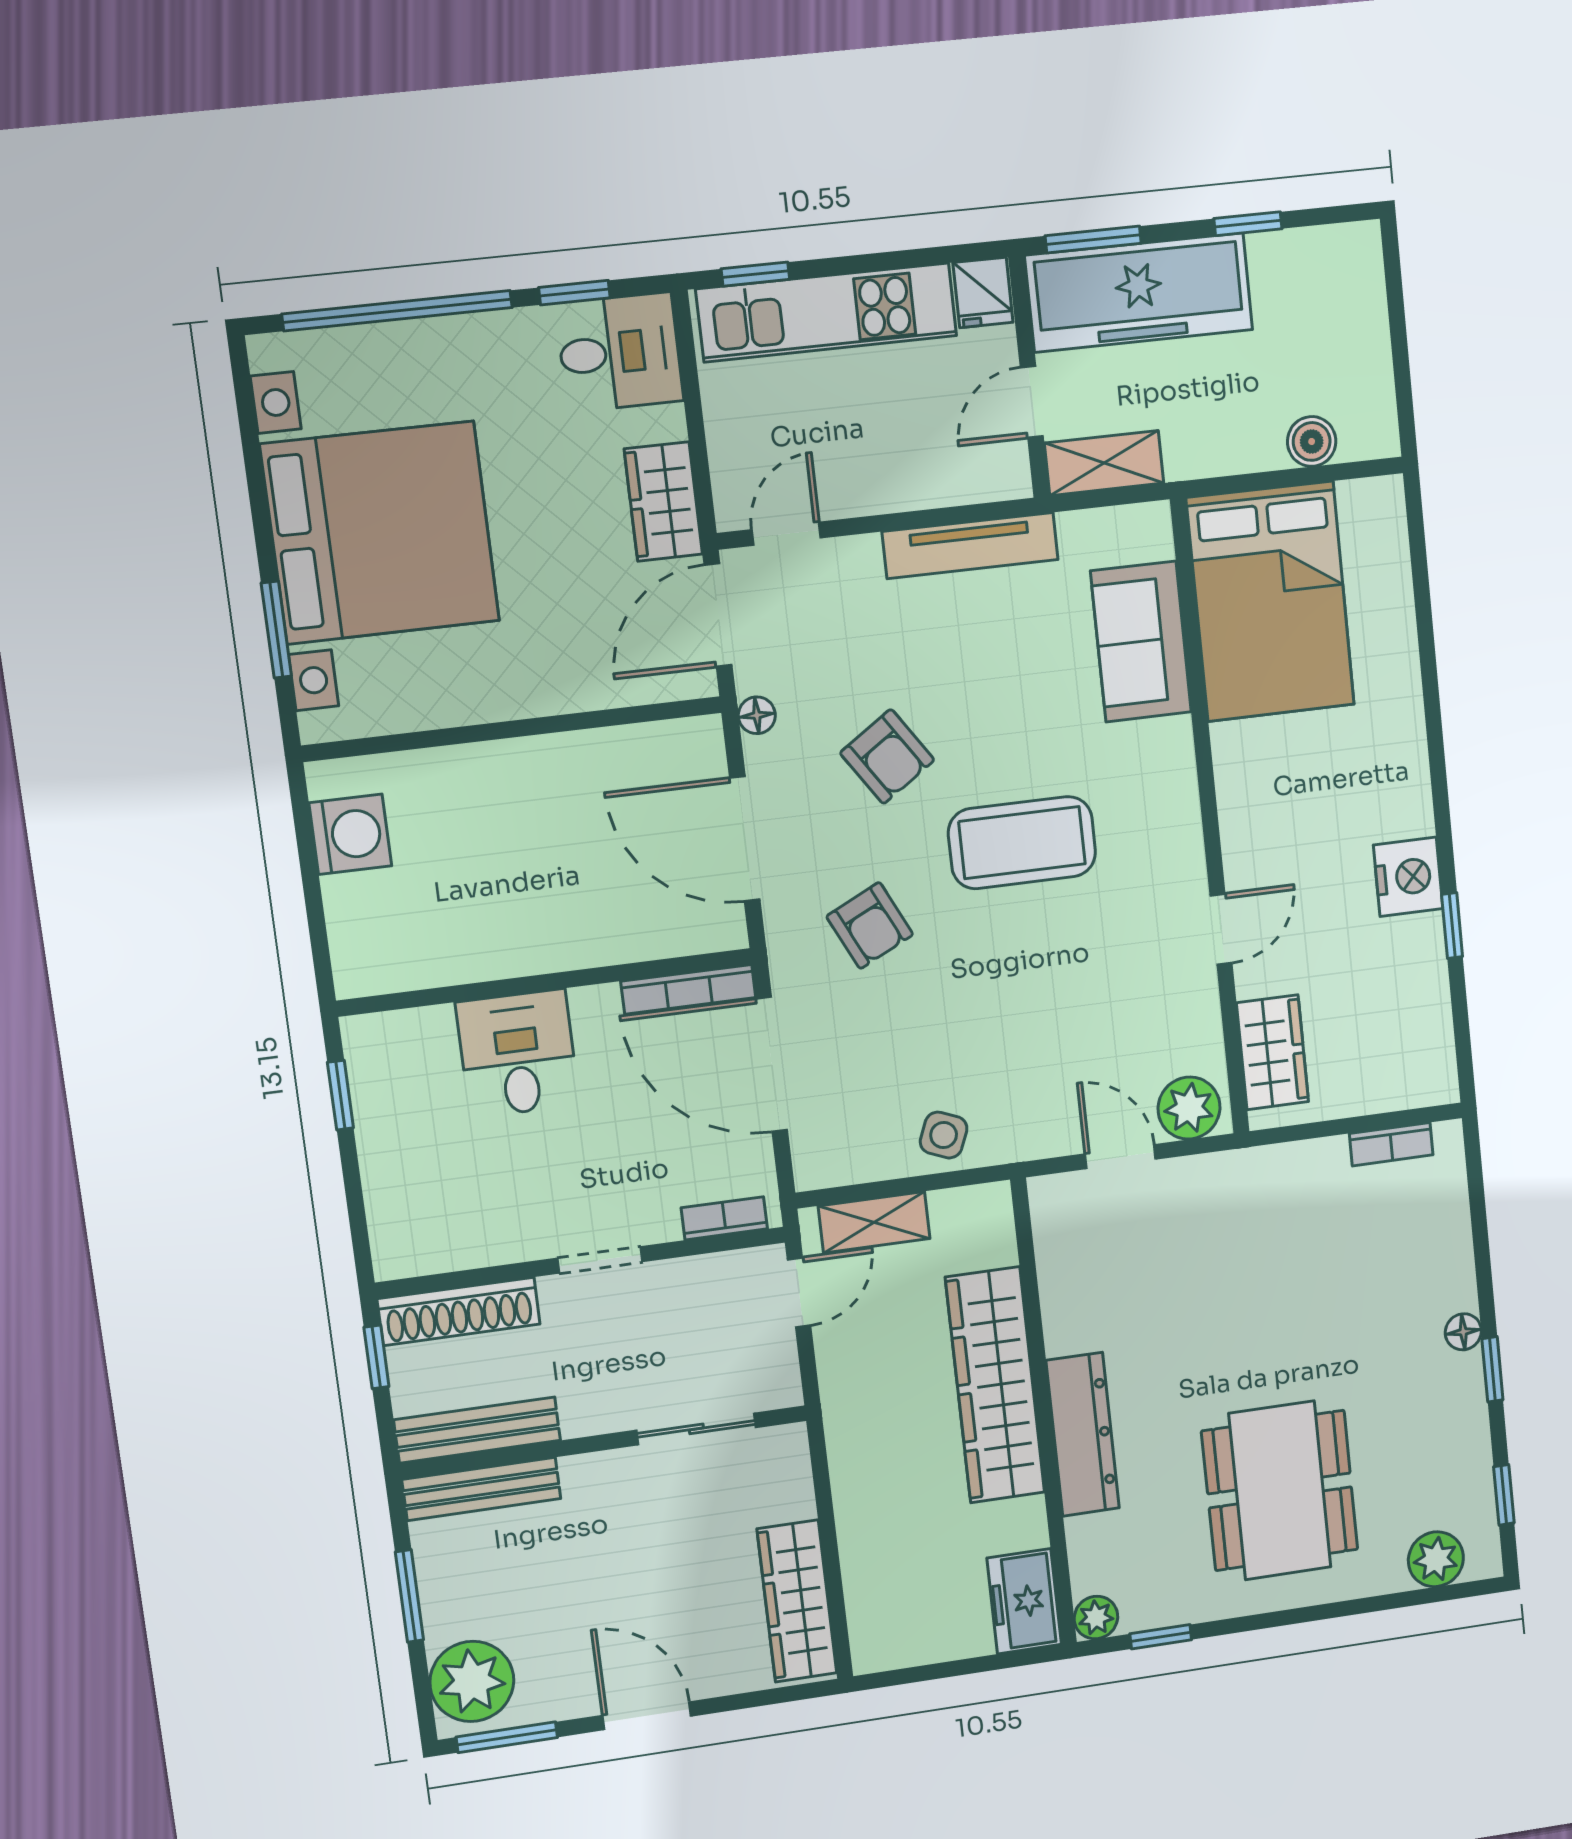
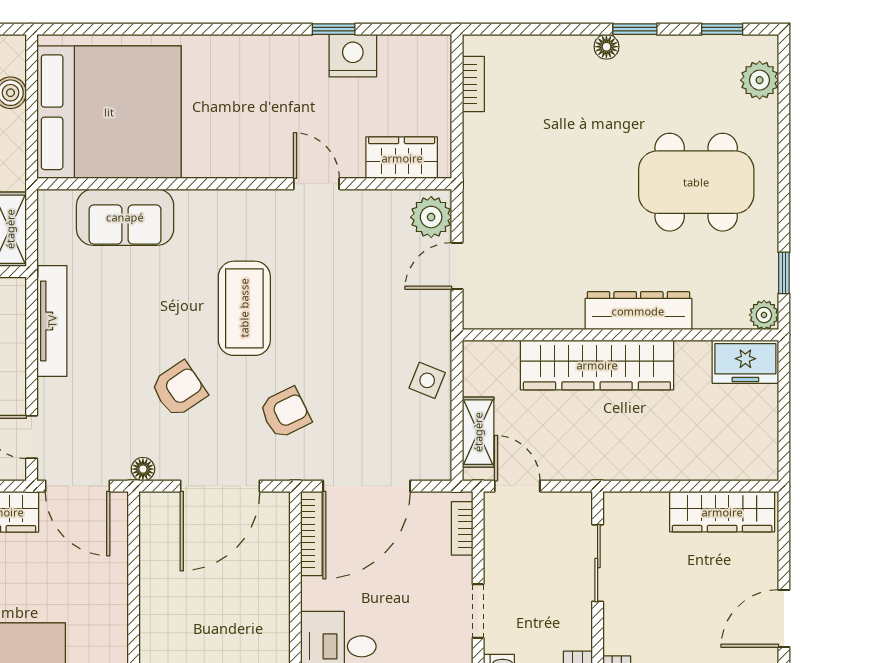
bed: (1270, 601) -> (109, 112), width x1.36
nightstand: (1408, 877) -> (353, 56), moved

